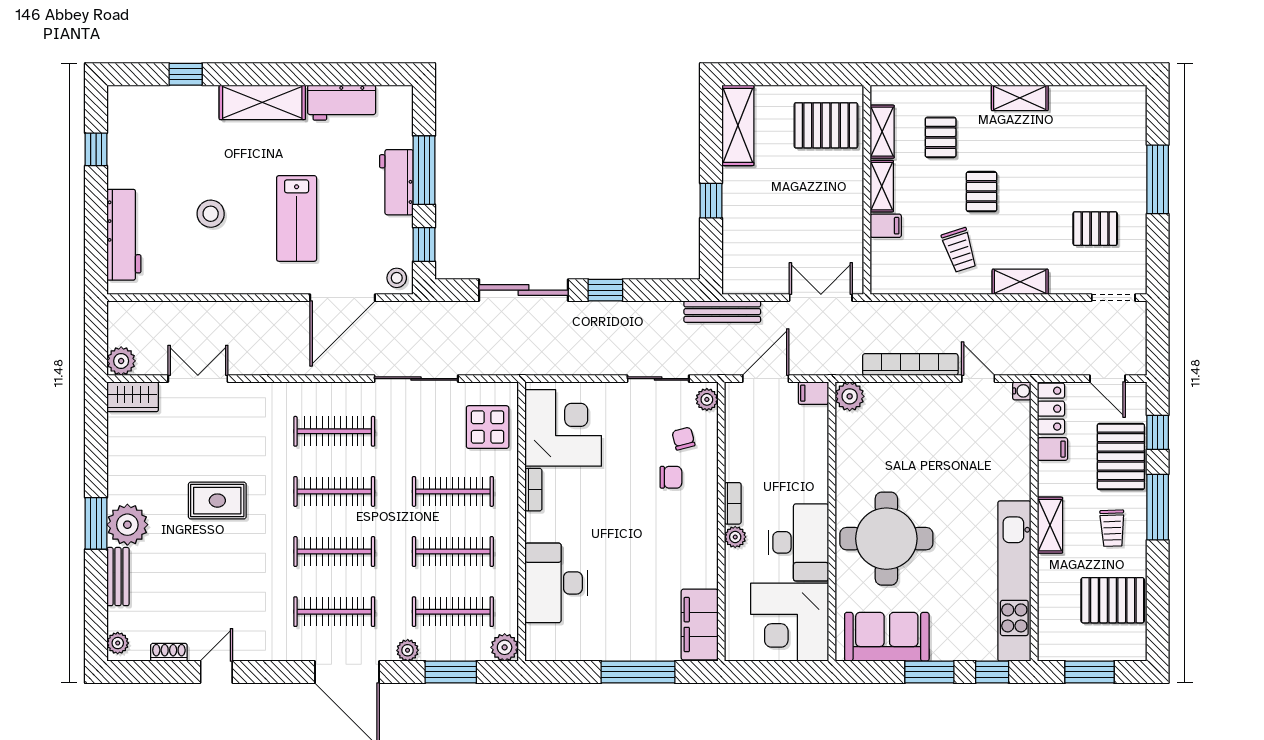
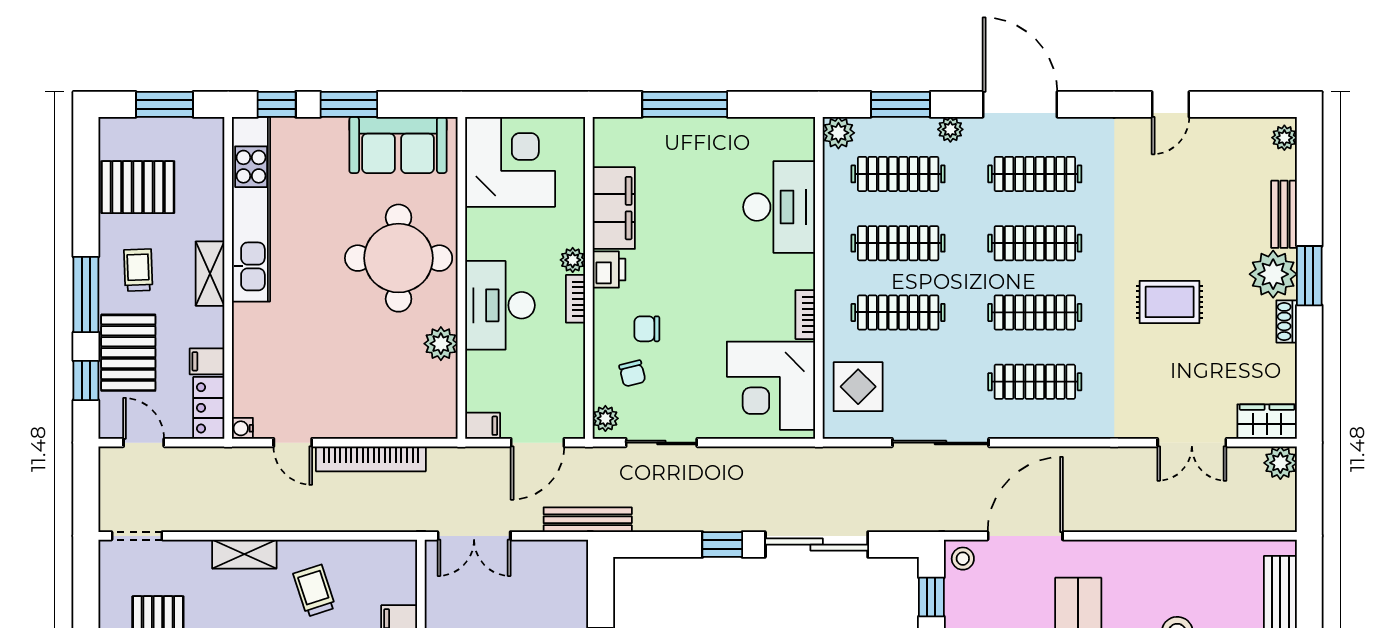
plant: (850, 396) -> (441, 344), moved
printer: (704, 529) -> (609, 270), added
desk: (798, 542) -> (500, 305), moved
filing cabinet: (700, 625) -> (614, 208), moved
shoe rack: (169, 652) -> (1287, 321), moved, turned 90

